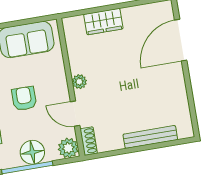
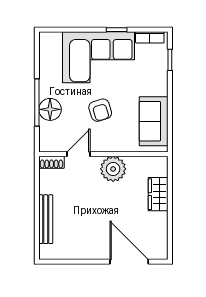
plant: (79, 82) -> (113, 169), width x1.88, depth x1.88
armchair: (24, 99) -> (100, 110), turned 73
plant: (68, 148) -> (48, 143), removed

